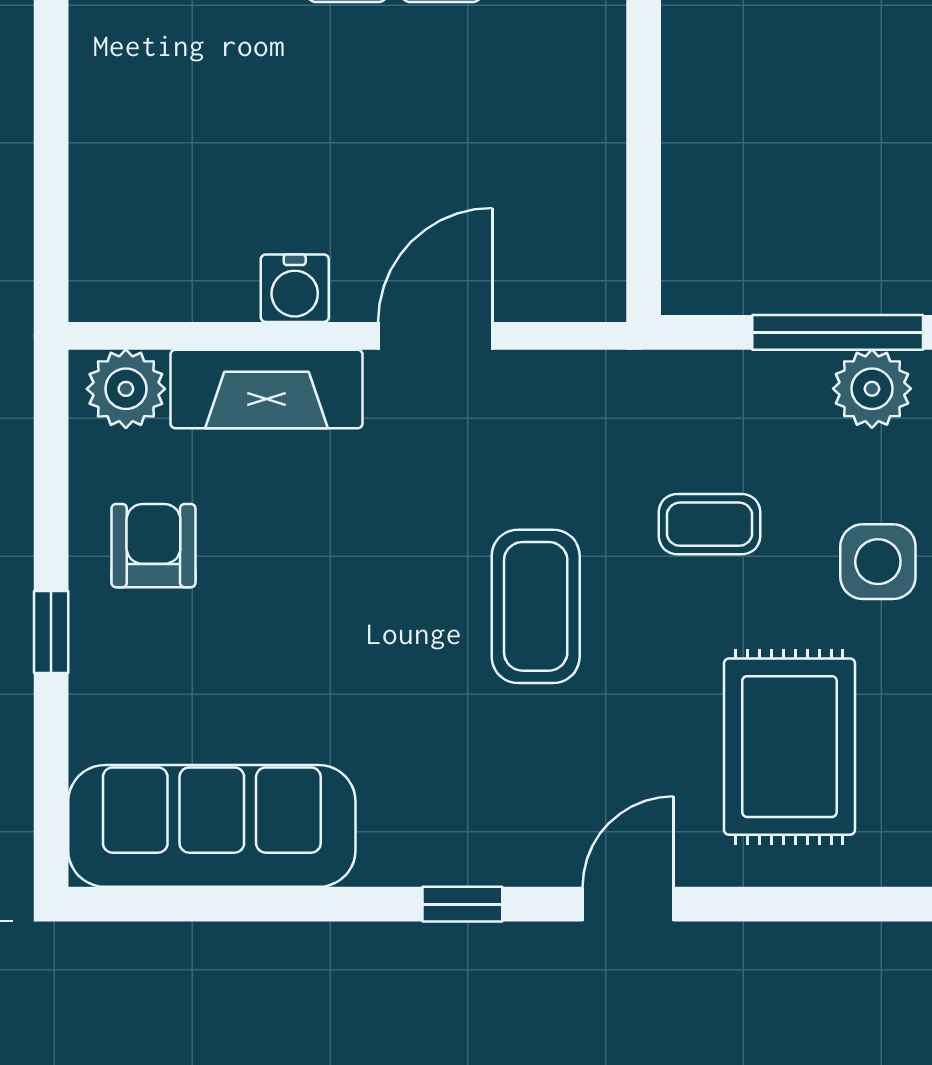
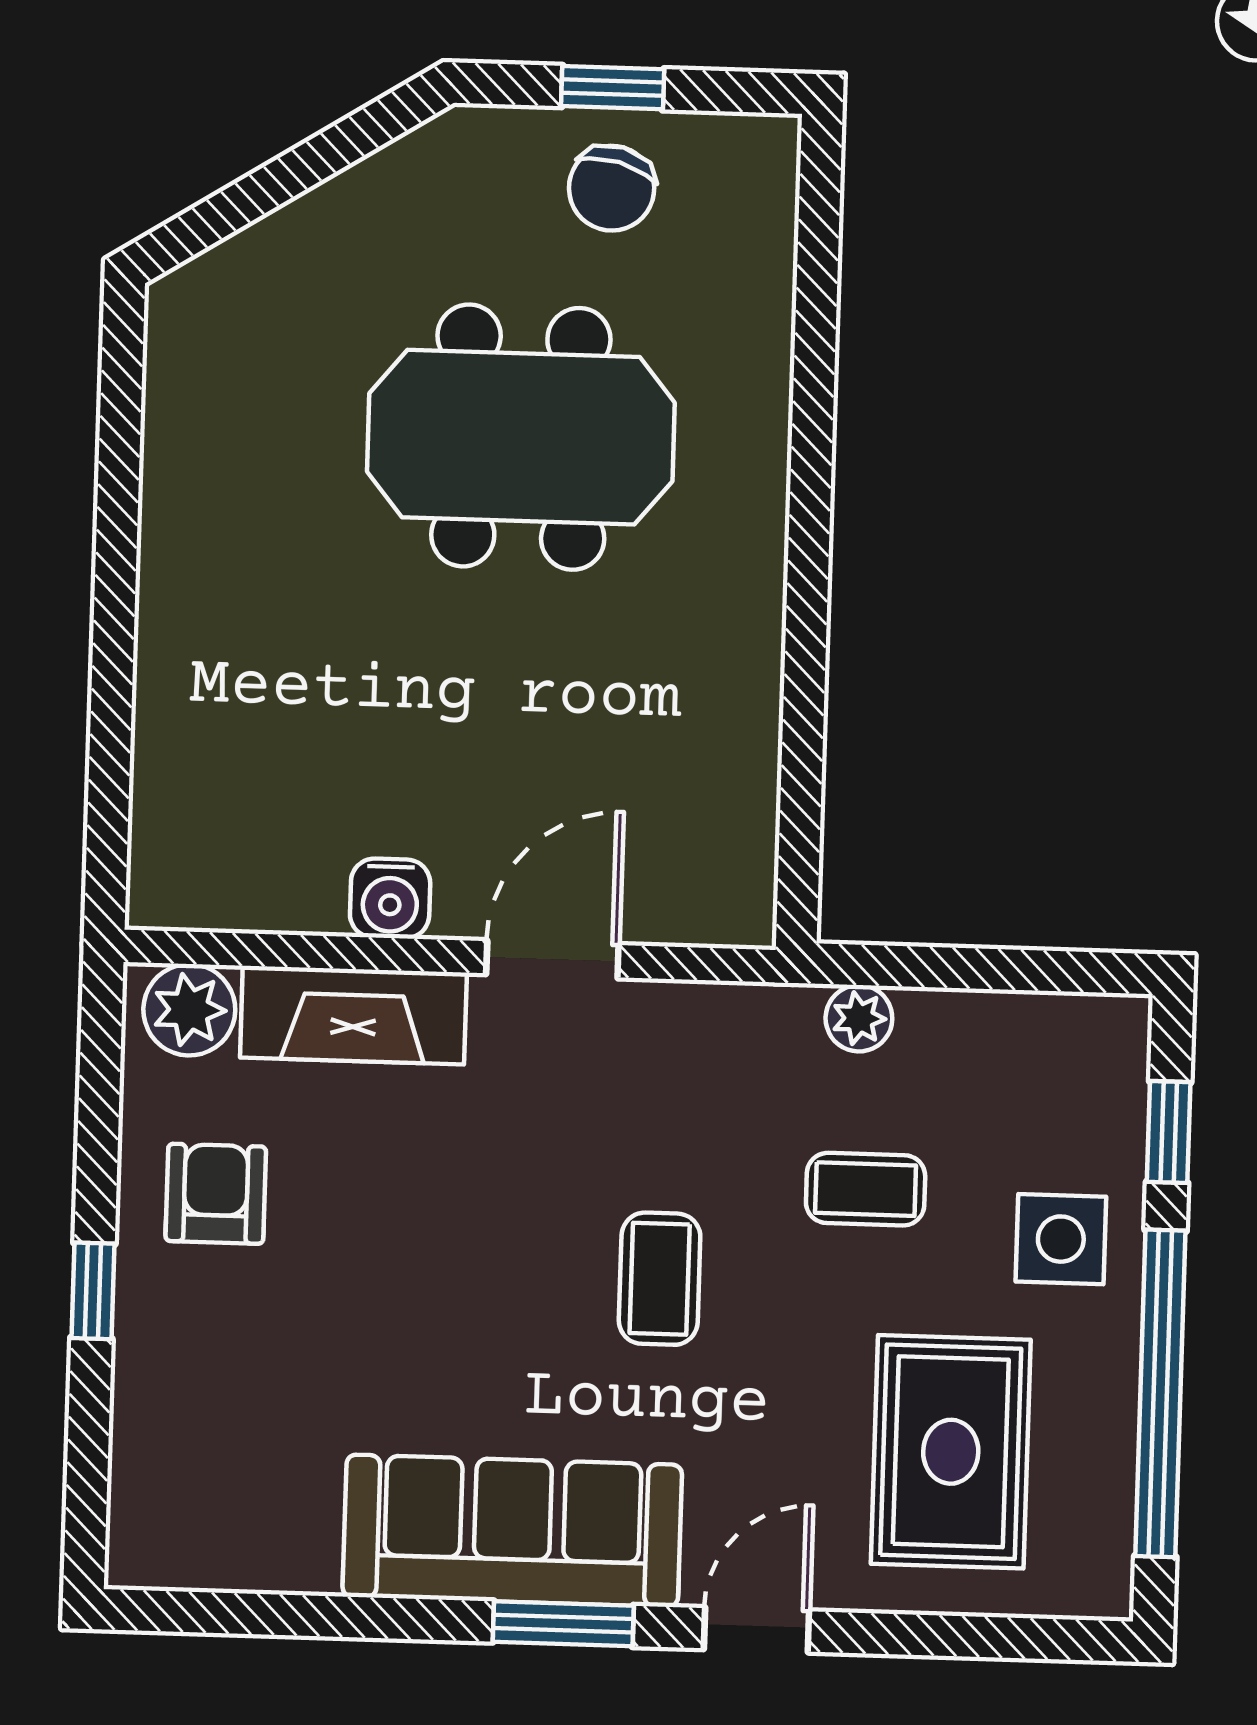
window: (838, 332) -> (1022, 970), removed
plant: (872, 389) -> (859, 1018), moved, width x0.73, depth x0.73
coffee table: (536, 606) -> (660, 1279), width x0.73, depth x0.77
sofa: (212, 826) -> (512, 1531), moved
window: (462, 904) -> (563, 1624), width x1.50

